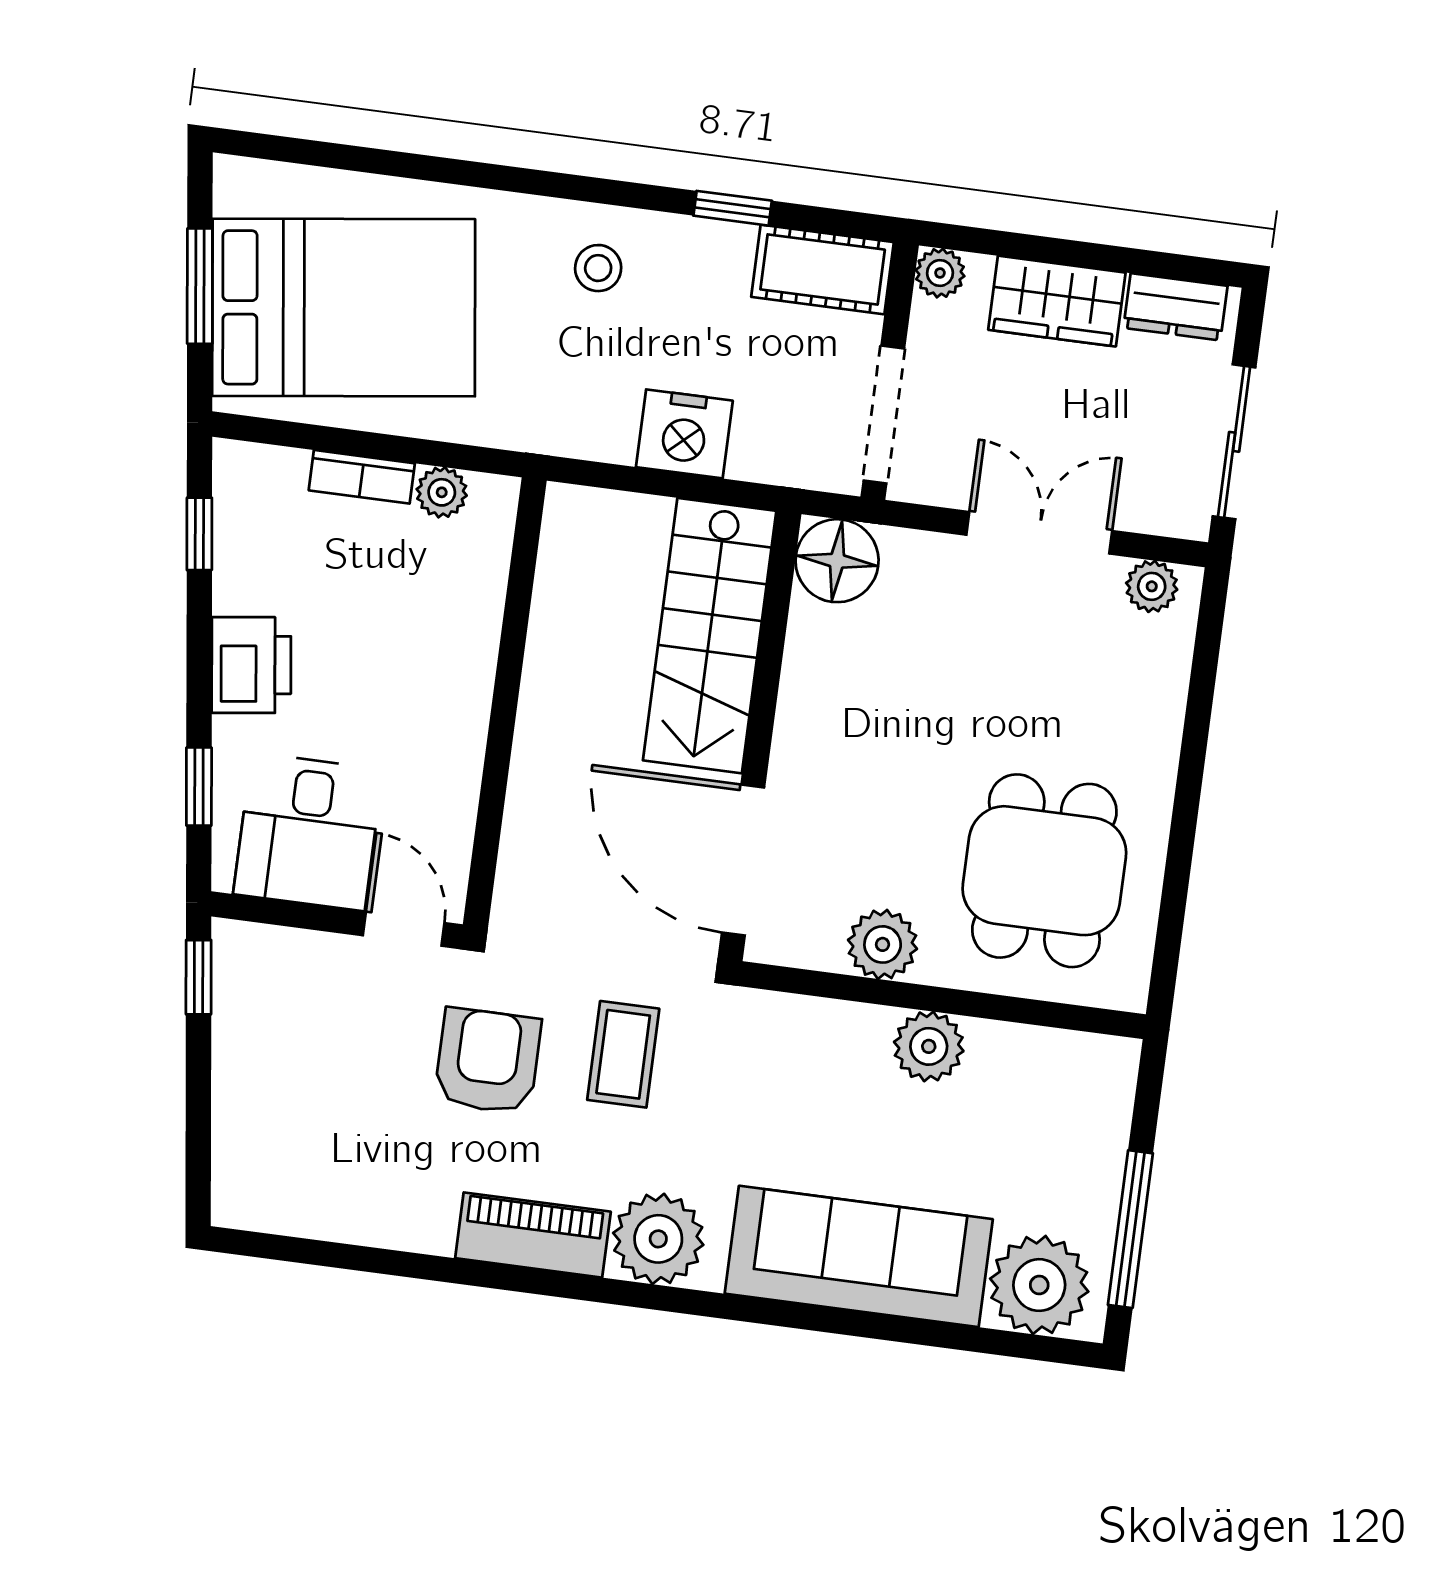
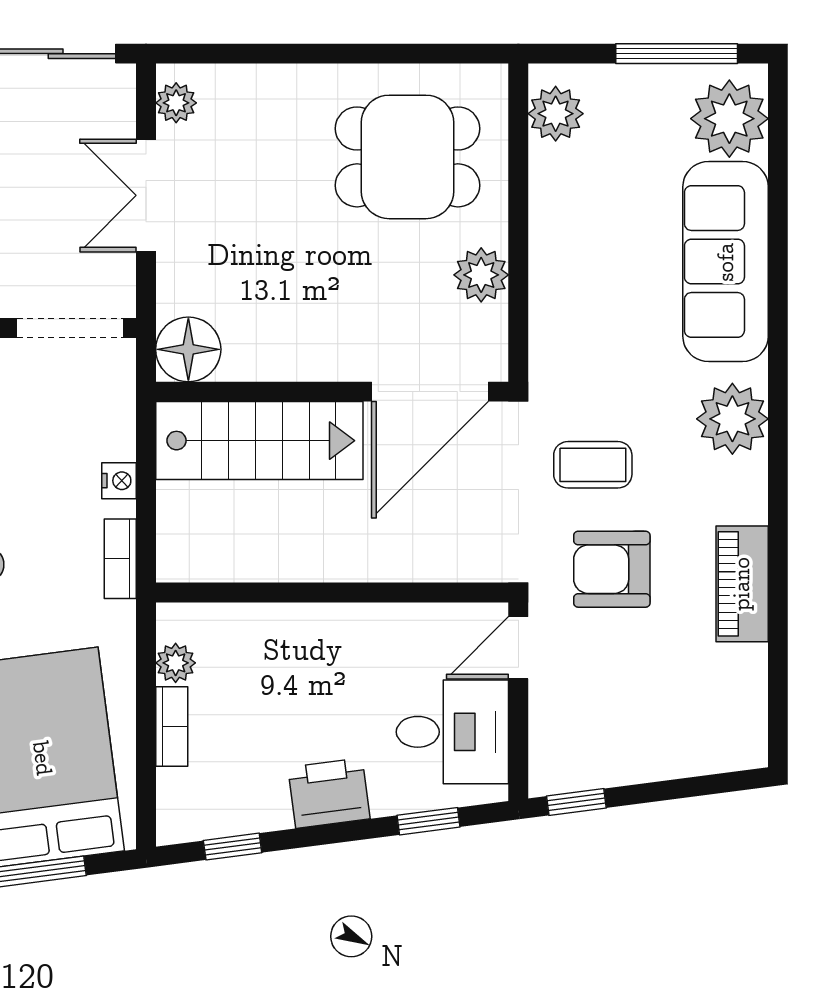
nightstand: (684, 434) -> (119, 481), width x0.53, depth x0.56
bookcase: (583, 440) -> (120, 559), added
plant: (929, 1046) -> (556, 114), moved
piano: (533, 1235) -> (742, 584), moved

